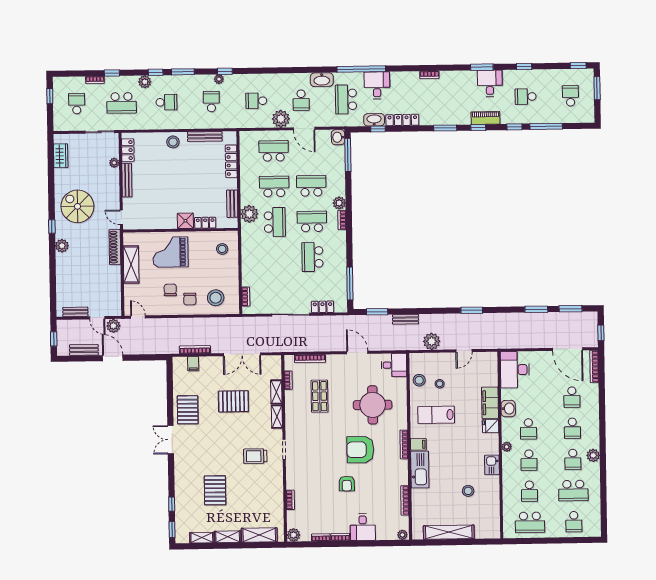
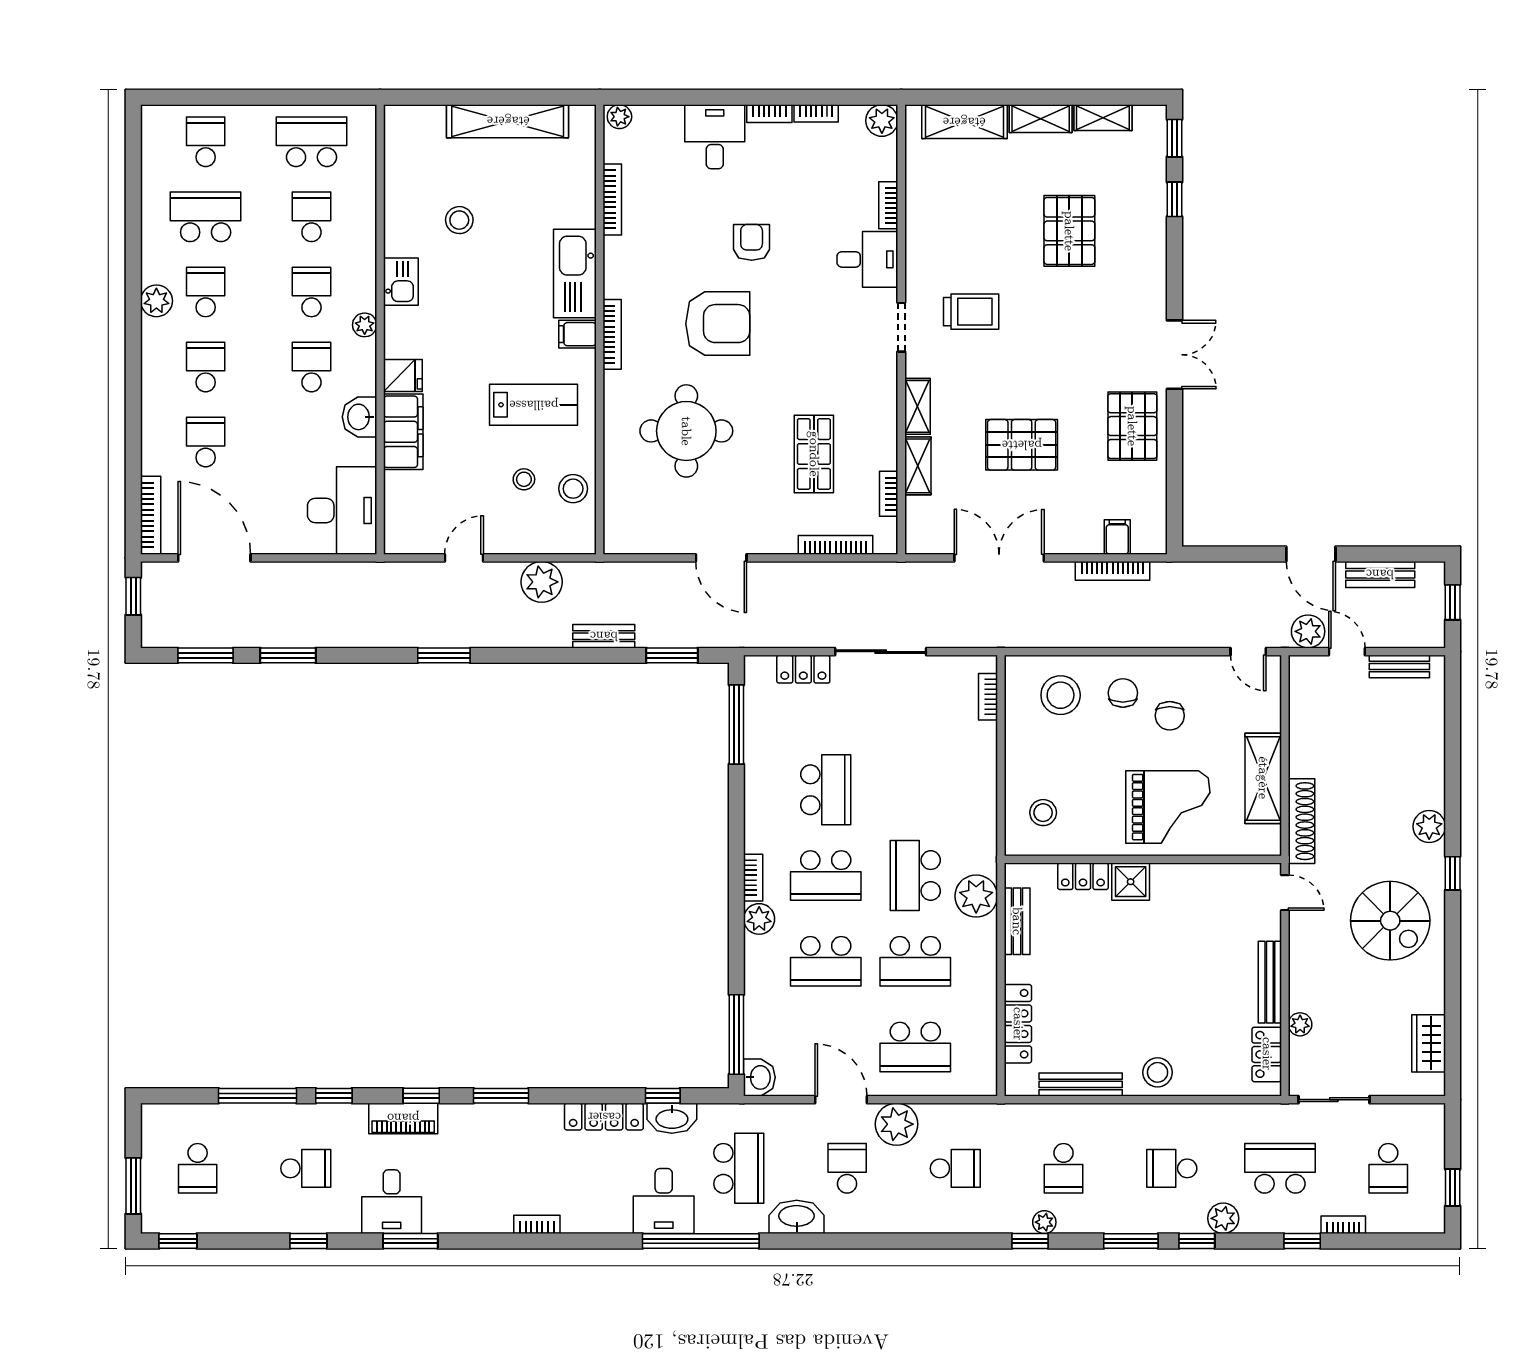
desk: (394, 365) -> (867, 259), moved, turned 180

